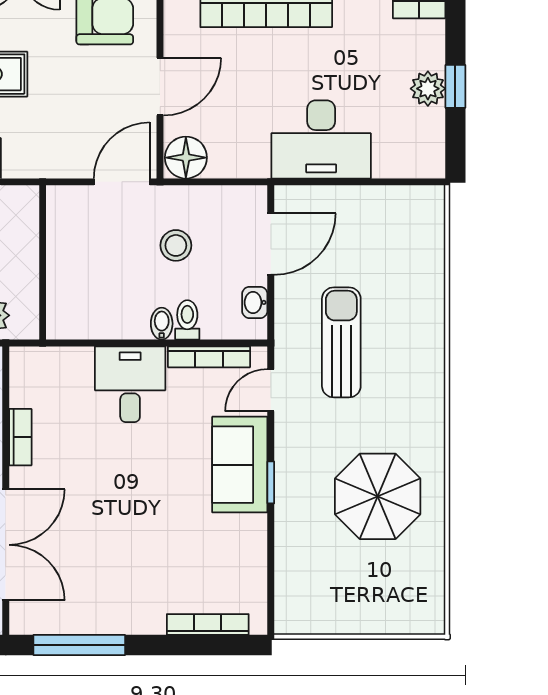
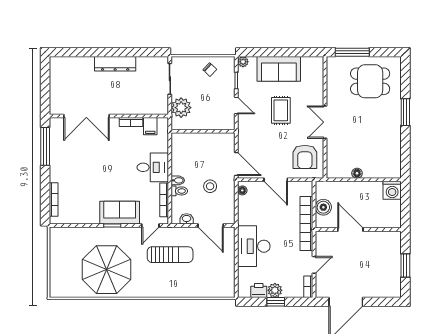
printer: (428, 128) -> (259, 290), added
floor lamp: (186, 158) -> (242, 190), width x0.53, depth x0.53
filing cabinet: (30, 390) -> (150, 126), added
door: (271, 390) -> (150, 225), swing flipped
parasol: (378, 496) -> (106, 270), width x1.36, depth x1.36

